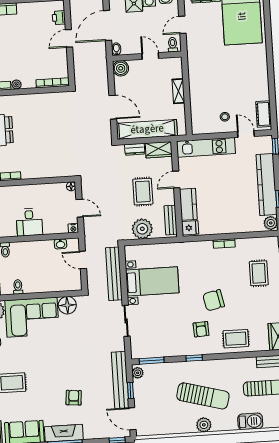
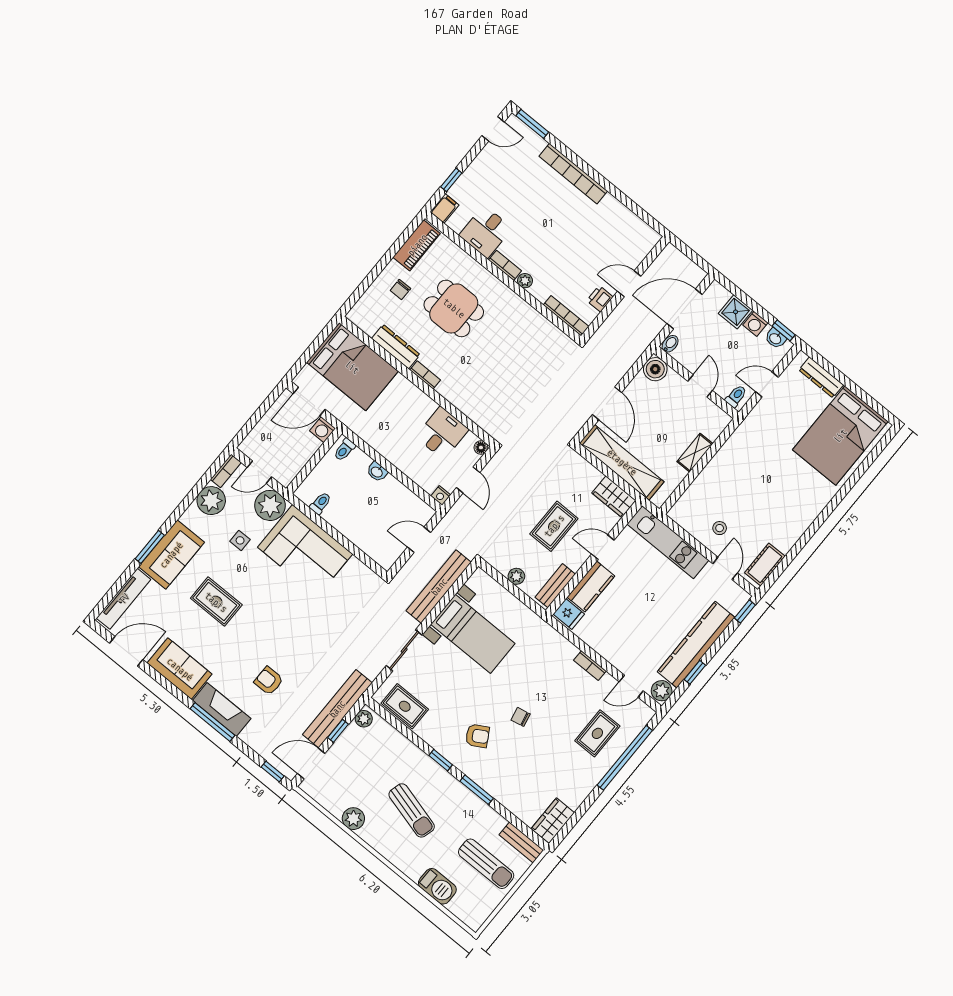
printer: (59, 18) -> (600, 299), moved
dresser: (135, 149) -> (588, 472), removed
desk: (29, 222) -> (442, 433), moved, turned 180
plant: (142, 229) -> (516, 576), width x0.53, depth x0.53
door: (254, 235) -> (631, 686), added
washbasin: (60, 244) -> (377, 472), moved
door: (83, 260) -> (419, 540), hinge flipped
chair: (214, 300) -> (521, 717), width x0.54, depth x0.54
floor lamp: (67, 305) -> (356, 573), removed
armchair: (201, 329) -> (477, 736), turned -117
rug: (236, 339) -> (405, 706), moved
window: (152, 361) -> (477, 790), moved
sun lounger: (203, 396) -> (412, 810), width x0.73, depth x0.75
armchair: (74, 398) -> (269, 681), turned -95
door: (132, 419) -> (311, 763), hinge flipped
plant: (204, 425) -> (353, 819), moved

